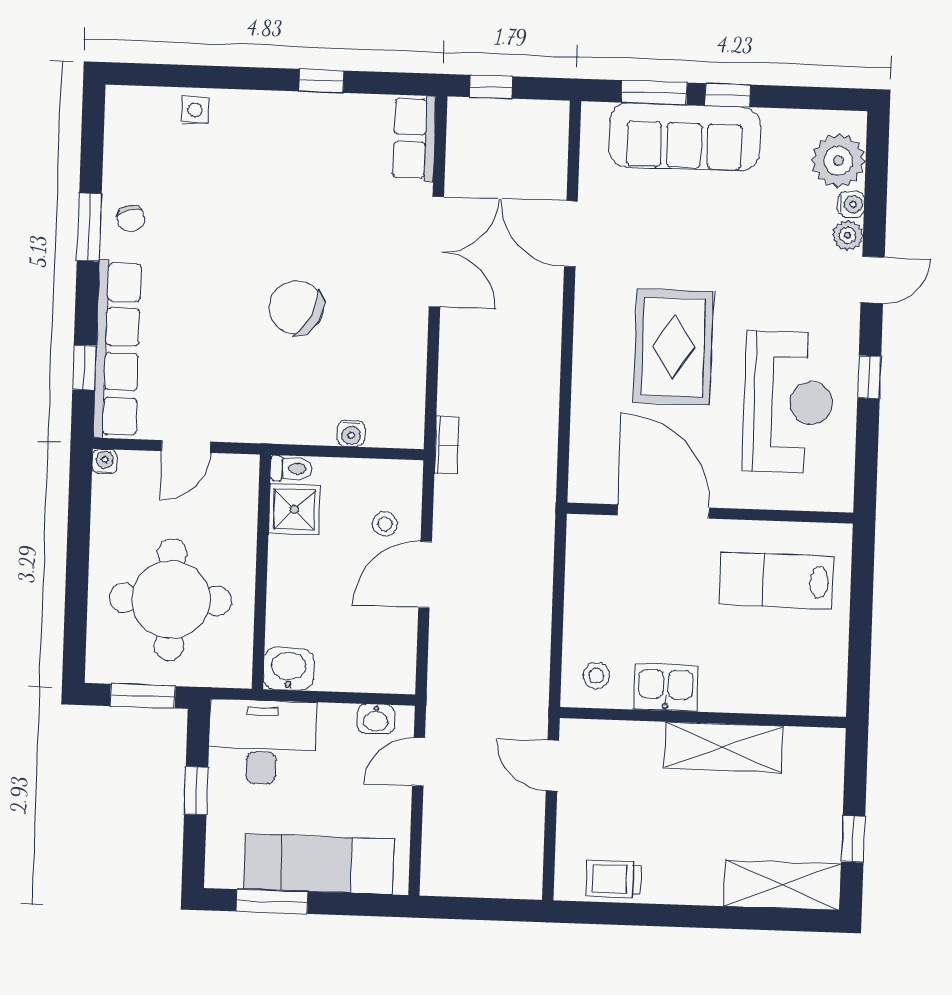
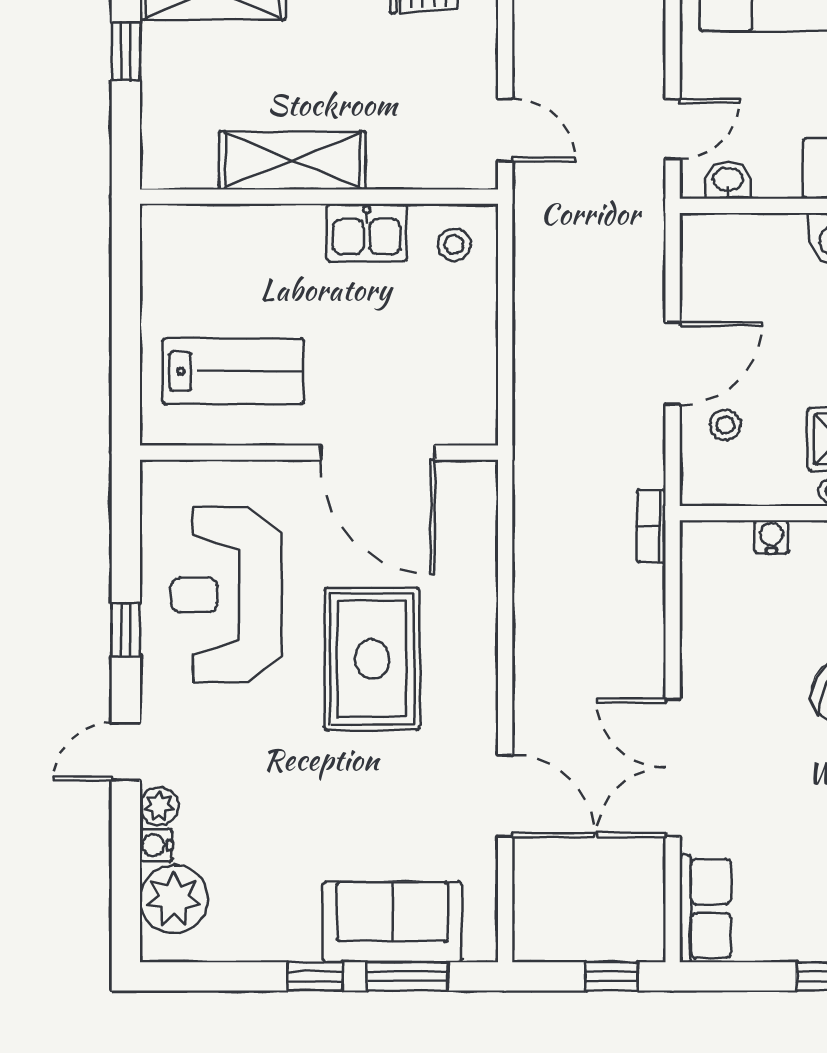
sofa: (685, 137) -> (392, 922), width x0.73

